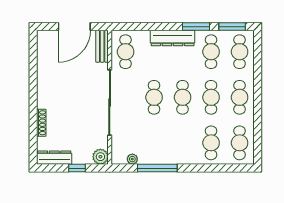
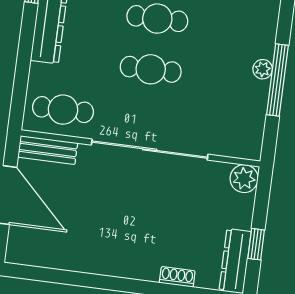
shoe rack: (41, 123) -> (177, 277), width x0.70
plant: (132, 159) -> (263, 69), moved
window: (77, 168) -> (256, 244), moved

